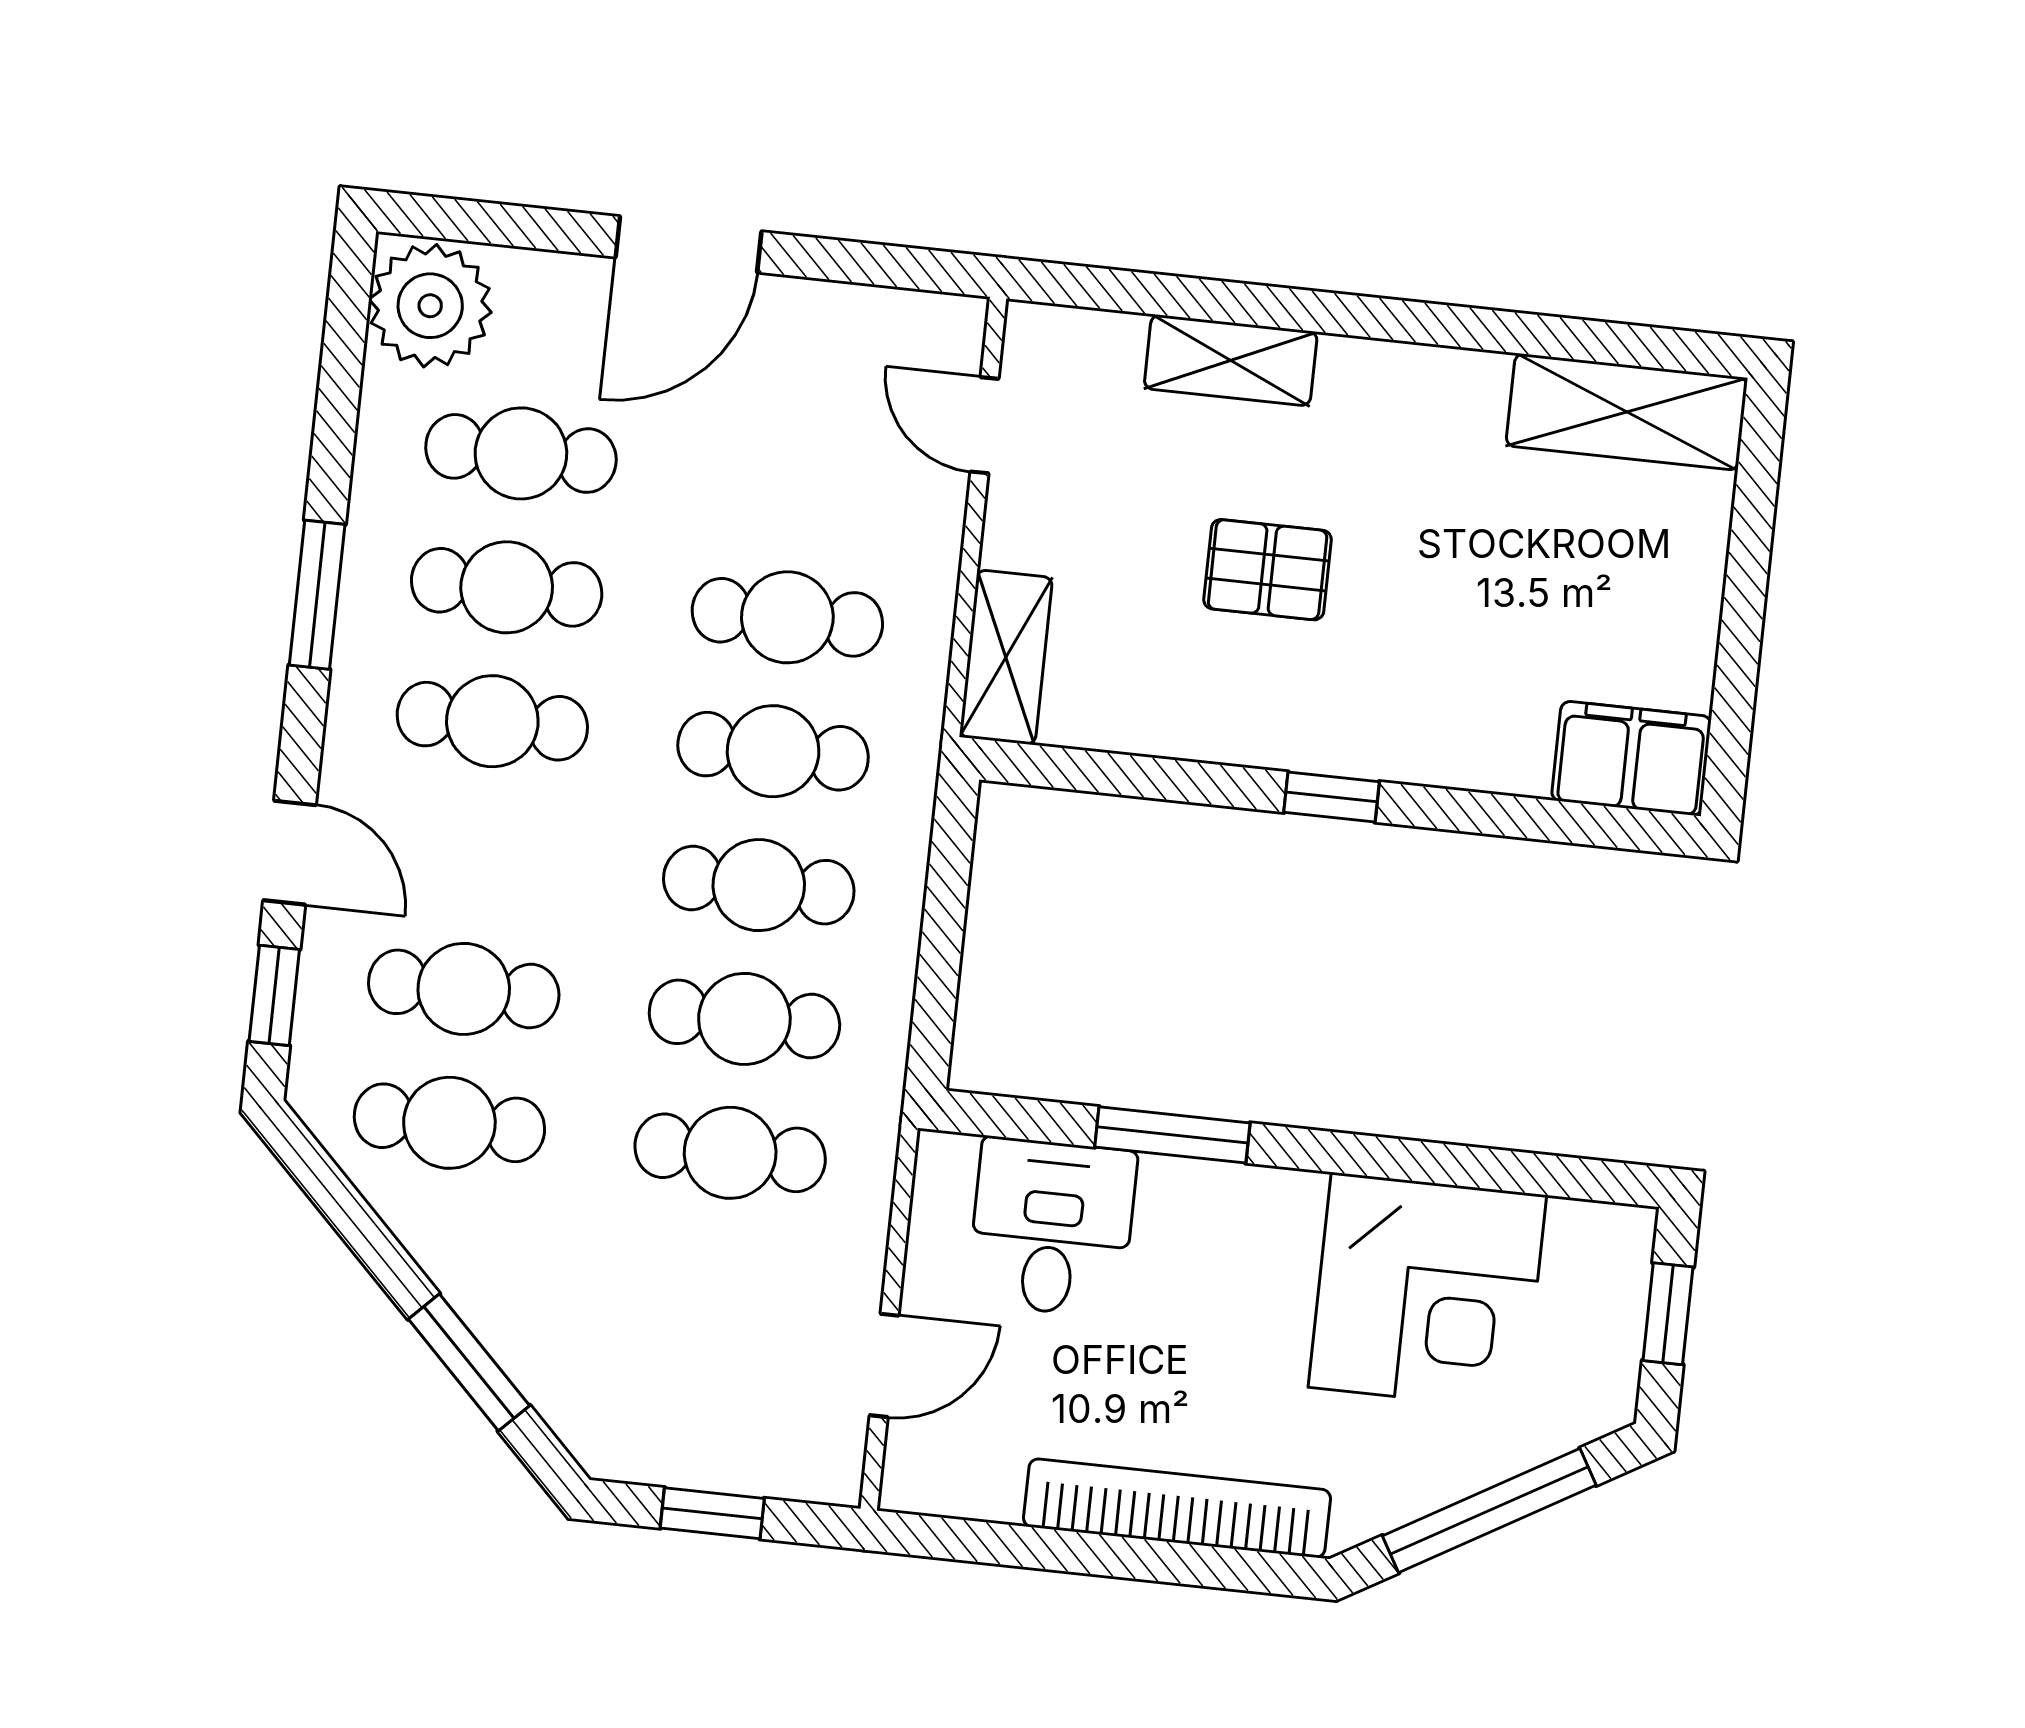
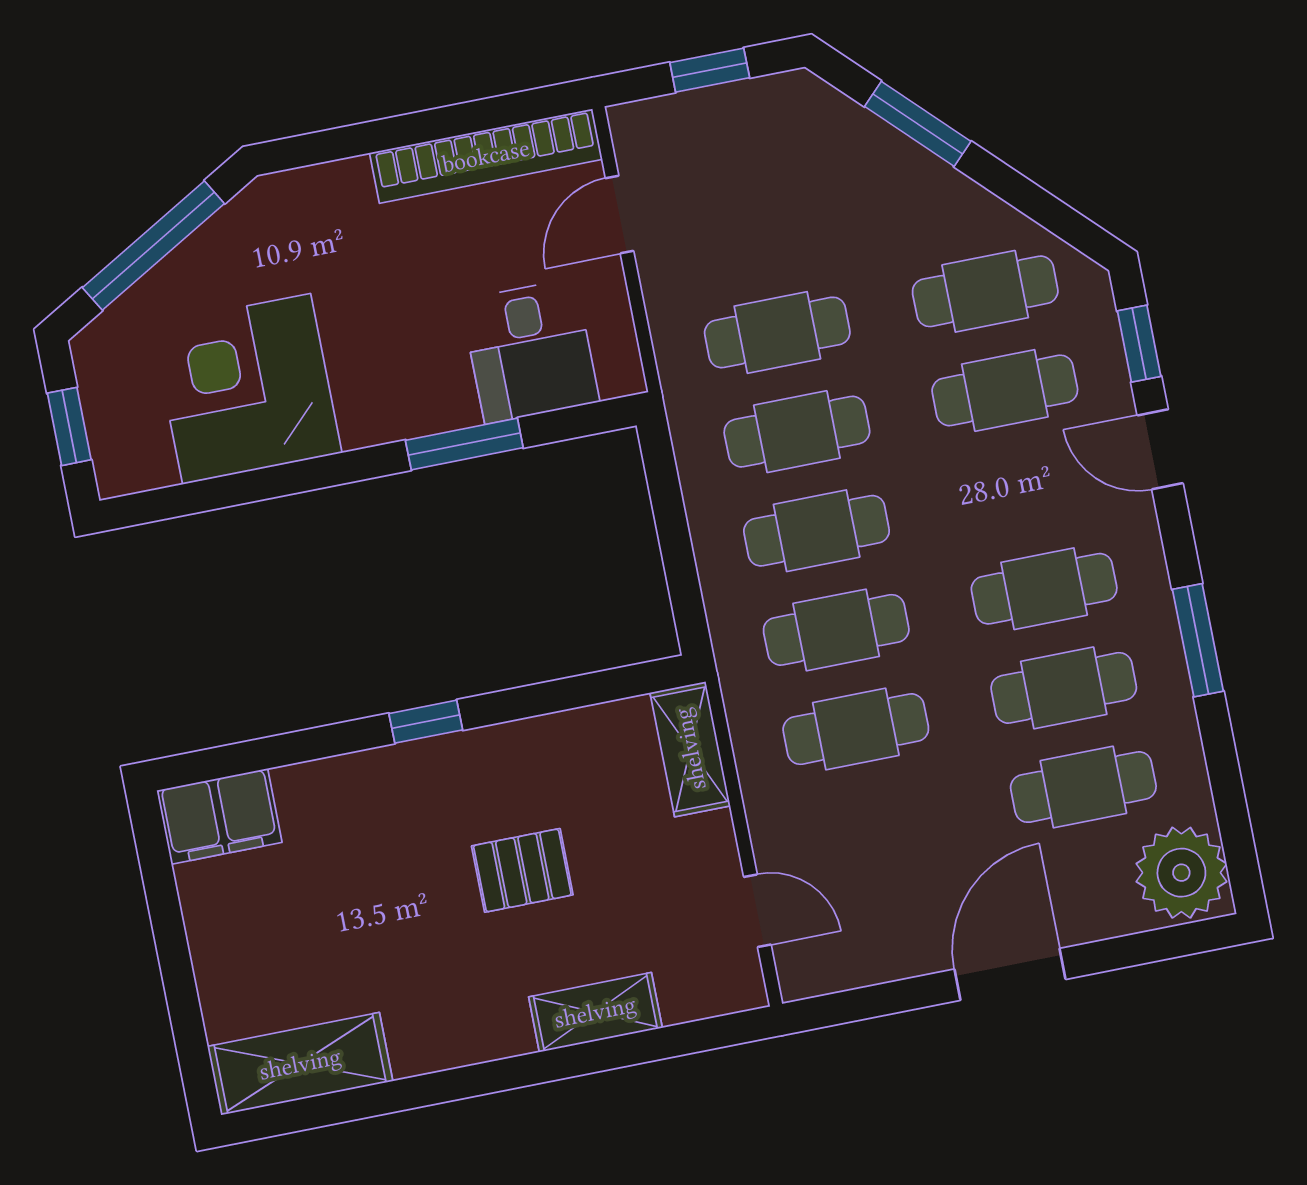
bookcase: (1177, 1508) -> (486, 156), moved

